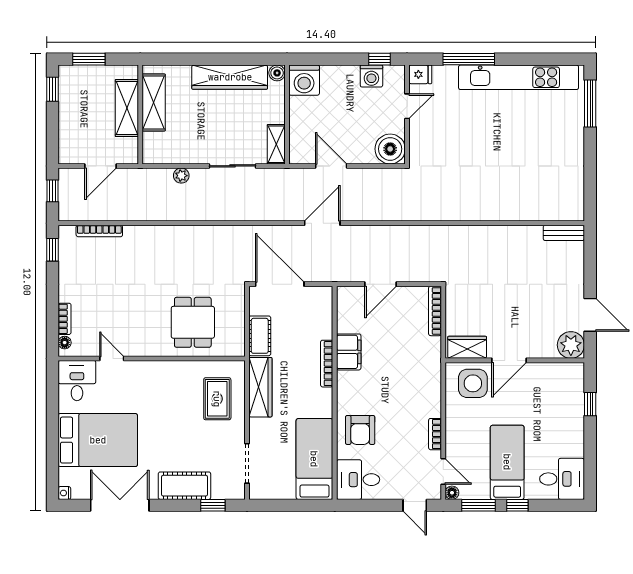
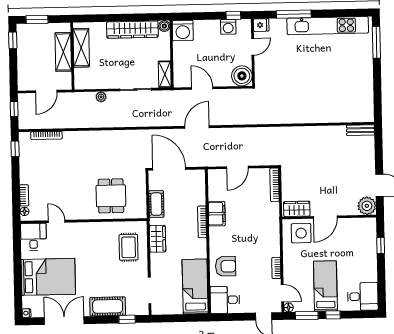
wardrobe: (260, 387) -> (158, 239), width x0.67
armchair: (360, 430) -> (226, 266), turned -90

